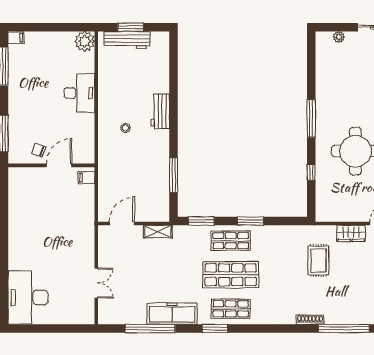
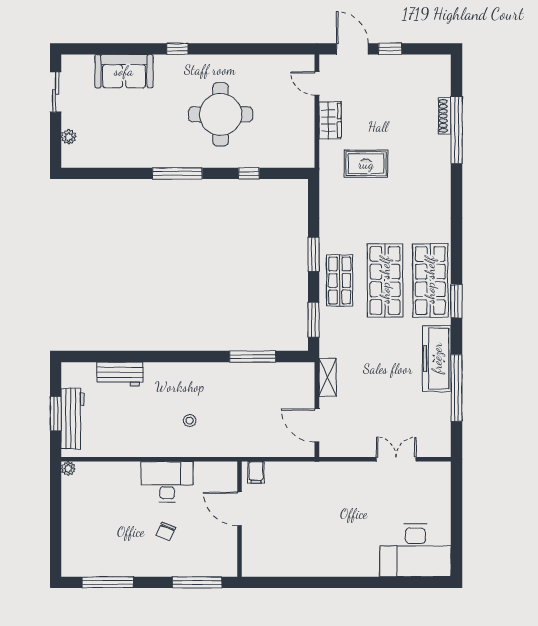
filing cabinet: (16, 38) -> (70, 566), removed
plant: (85, 41) -> (68, 469), width x0.53, depth x0.53
desk: (79, 93) -> (167, 482), moved
workbench: (160, 111) -> (120, 374), moved
chair: (39, 150) -> (166, 531), moved
shop shelf: (231, 309) -> (430, 280), width x1.43, depth x1.36
shoe rack: (310, 320) -> (445, 116), moved

